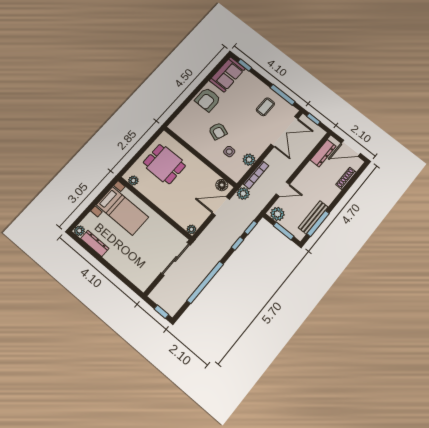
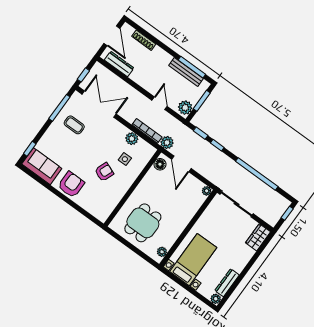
armchair: (208, 100) -> (71, 185), turned -90
wardrobe: (139, 279) -> (258, 237), added

